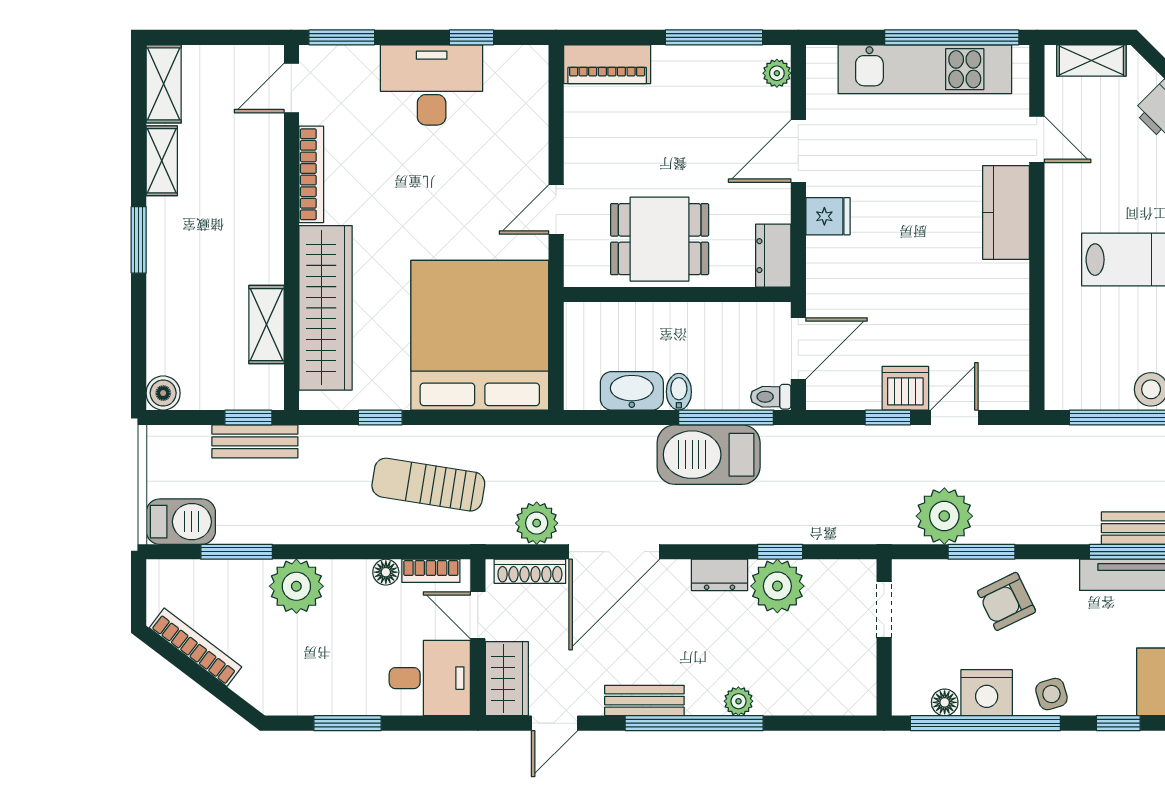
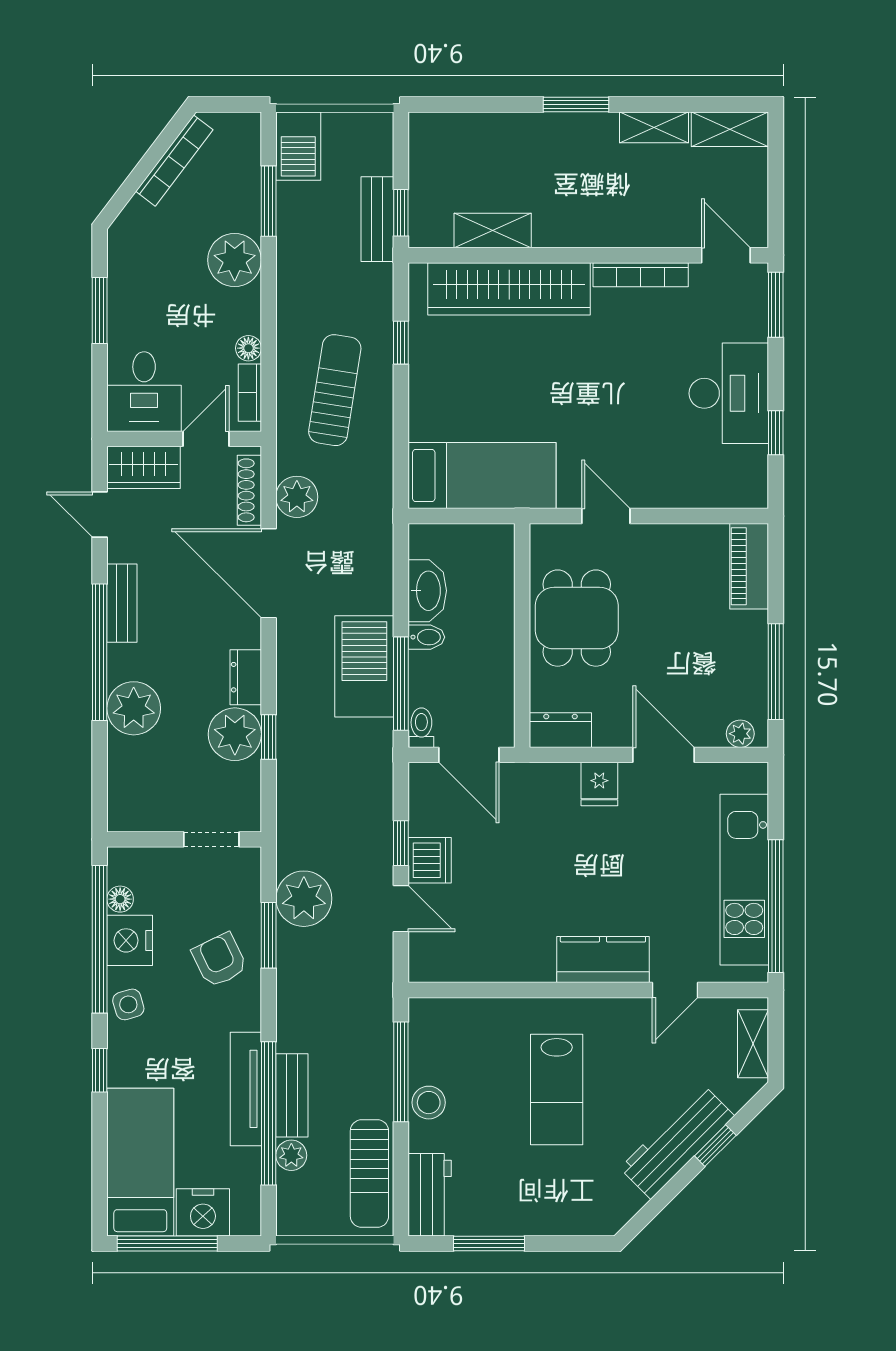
bed: (480, 335) -> (482, 476), width x0.49
boiler: (163, 393) -> (425, 129), removed
plant: (738, 701) -> (134, 708), width x1.88, depth x1.88

